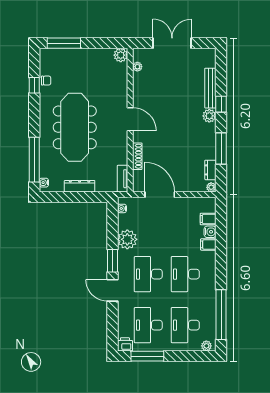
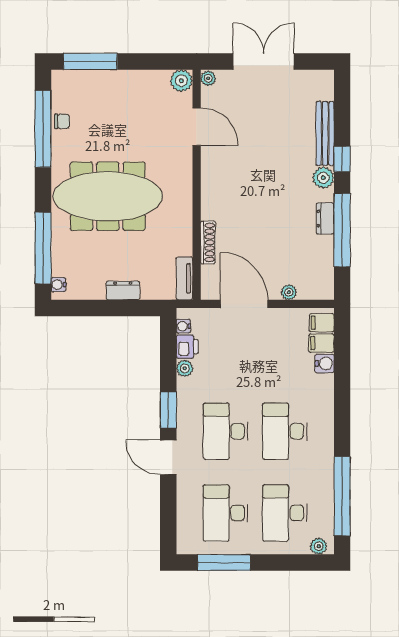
plant: (137, 67) -> (208, 78), moved
window: (34, 85) -> (43, 129), width x3.17
door: (130, 119) -> (197, 127), moved
meeting table: (75, 127) -> (108, 196), turned 90
window: (221, 148) -> (342, 230), width x1.46
dresser: (210, 170) -> (325, 218), moved
dresser: (80, 186) -> (123, 290), width x0.70
plant: (211, 187) -> (289, 292), moved
plant: (127, 239) -> (185, 368), width x0.53, depth x0.53
filing cabinet: (208, 244) -> (322, 323), moved
printer: (125, 344) -> (187, 347), moved, turned 90

